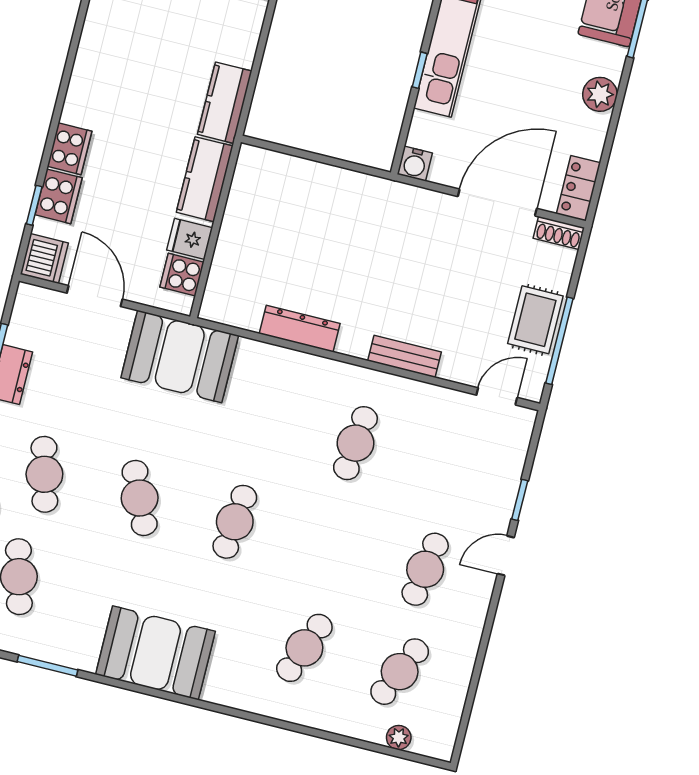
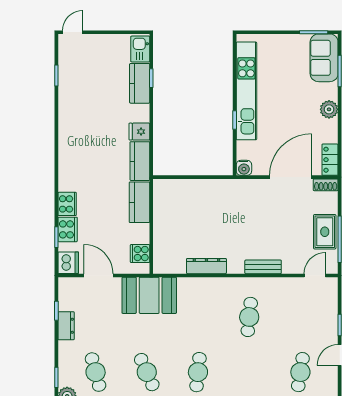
fridge: (190, 239) -> (139, 132), moved

